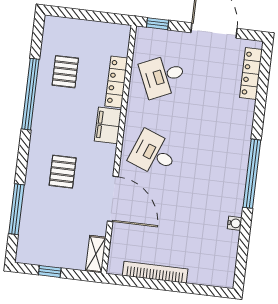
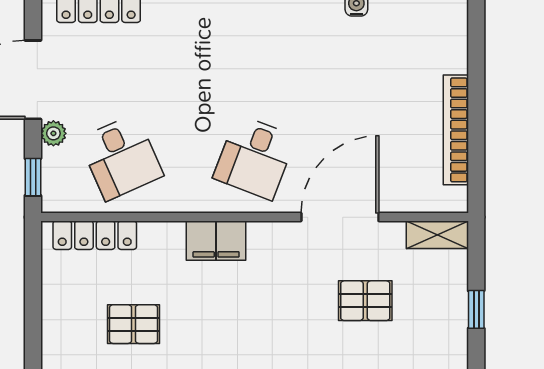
plant: (181, 39) -> (53, 133), added
locker: (116, 82) -> (95, 235), moved
pallet: (63, 172) -> (365, 301), moved

